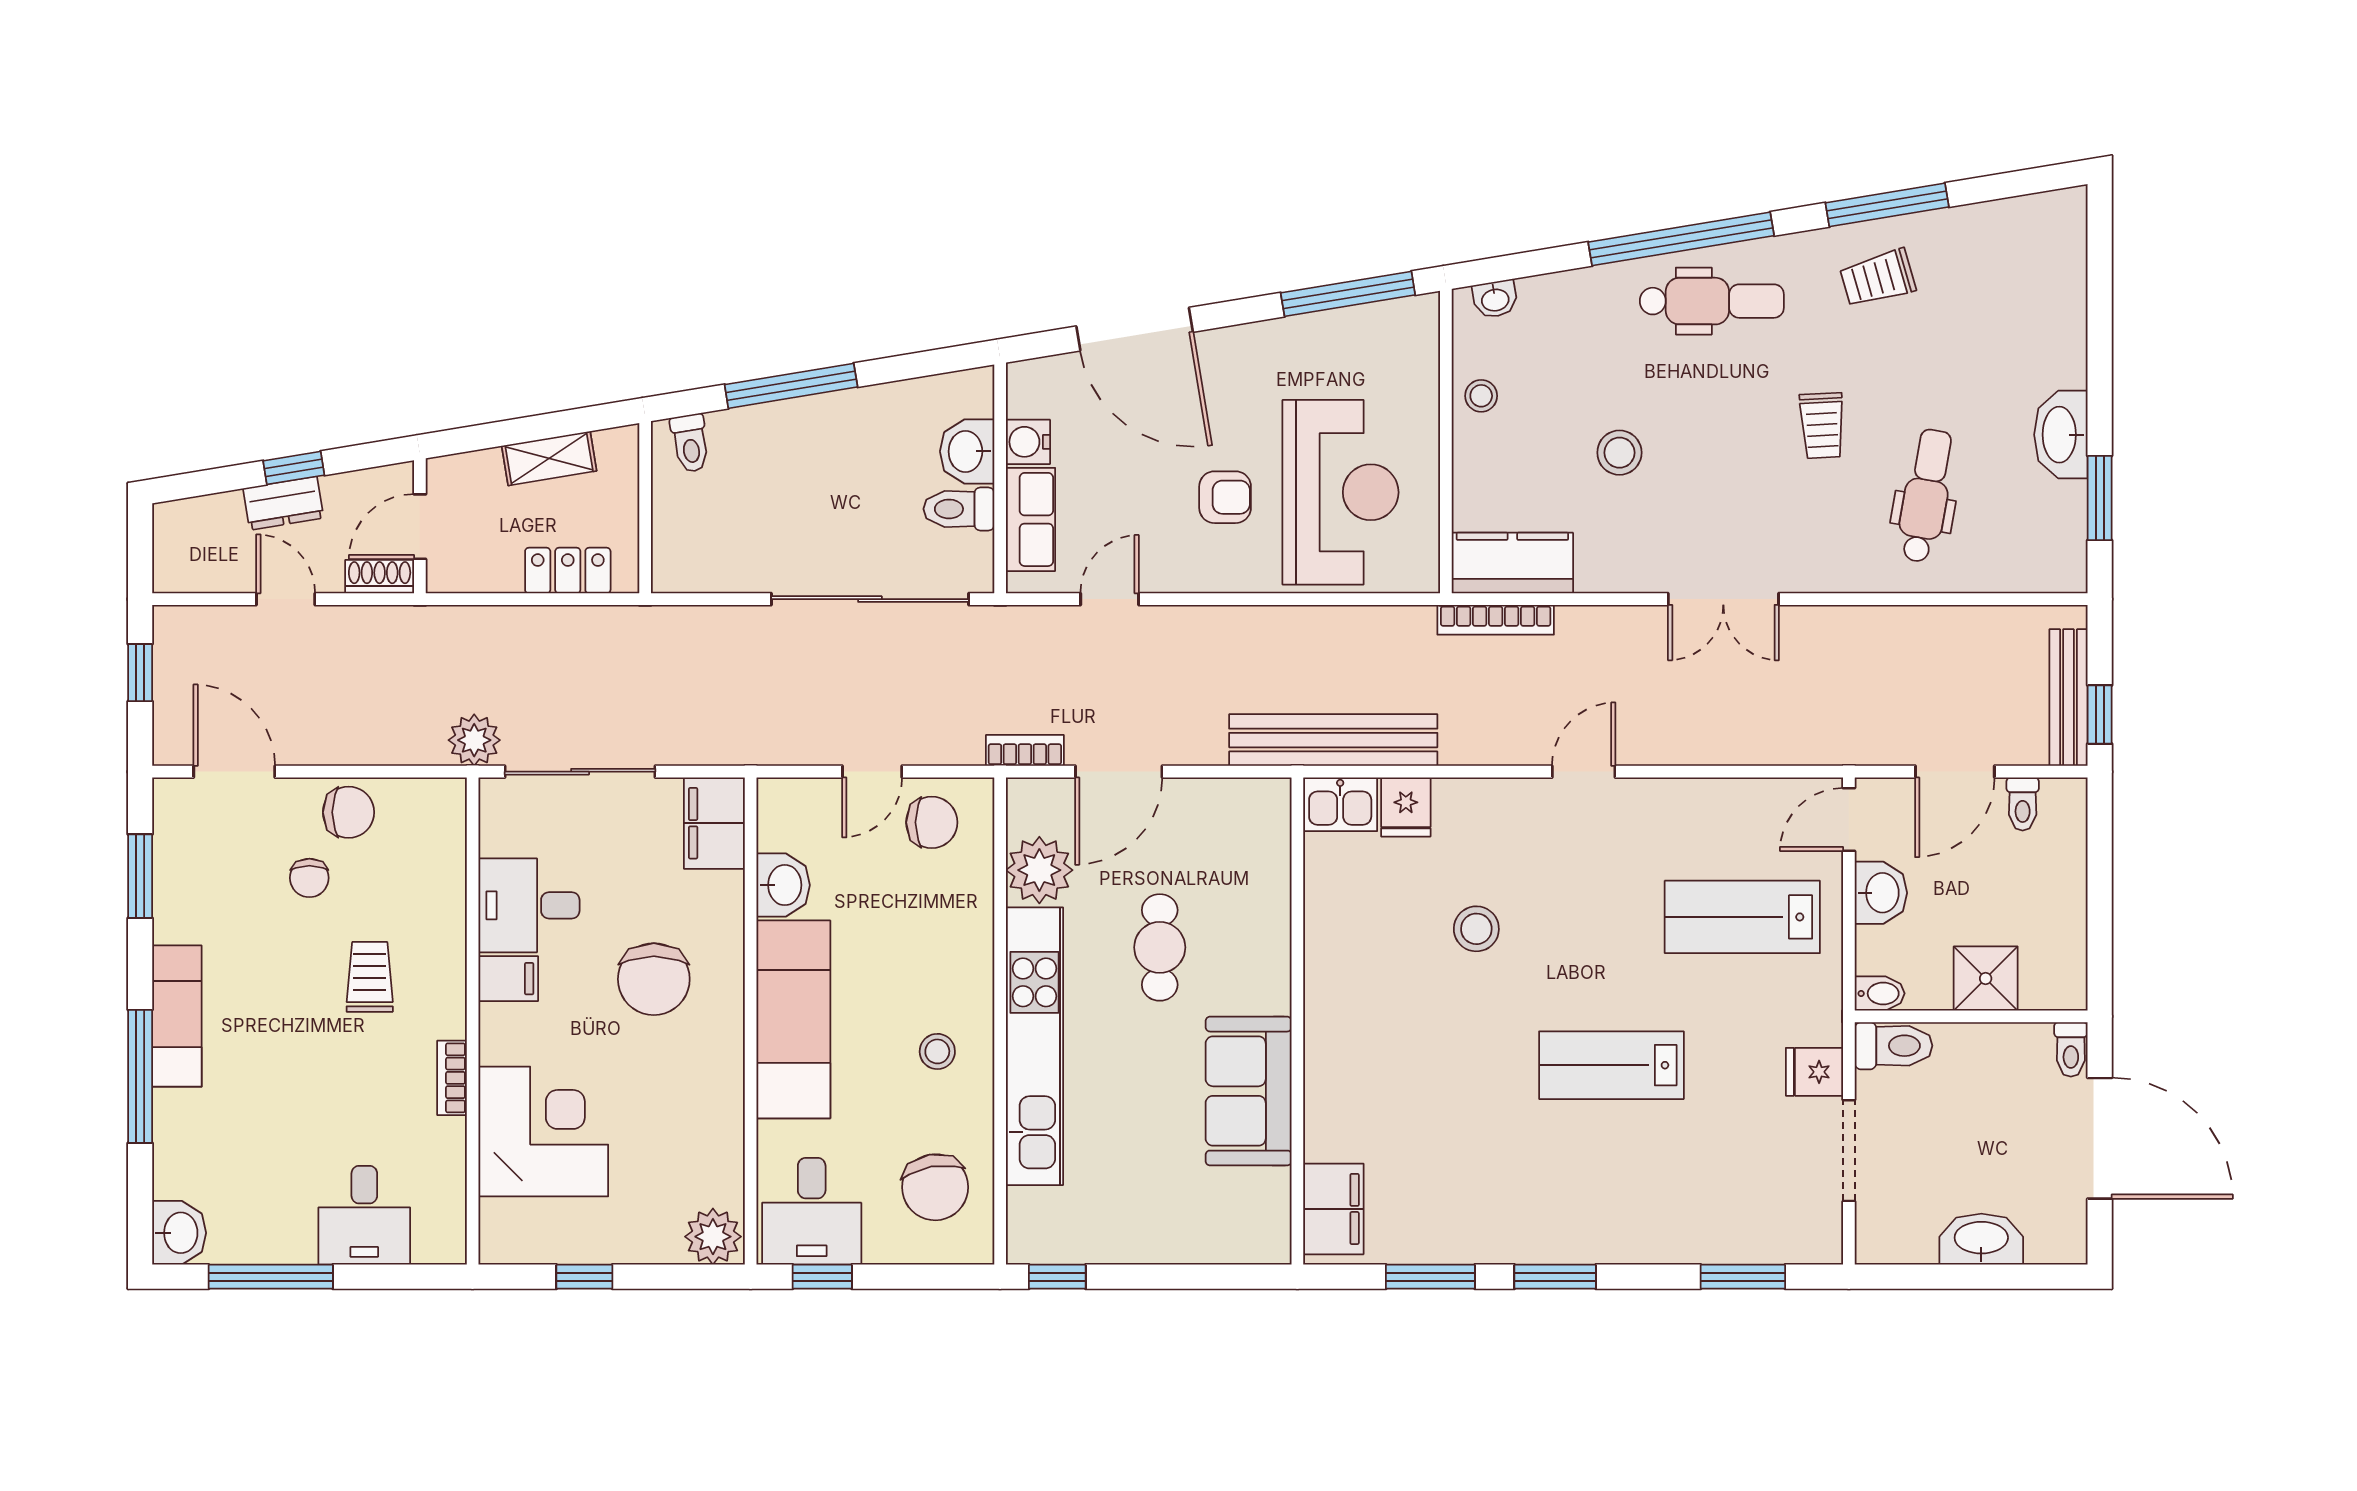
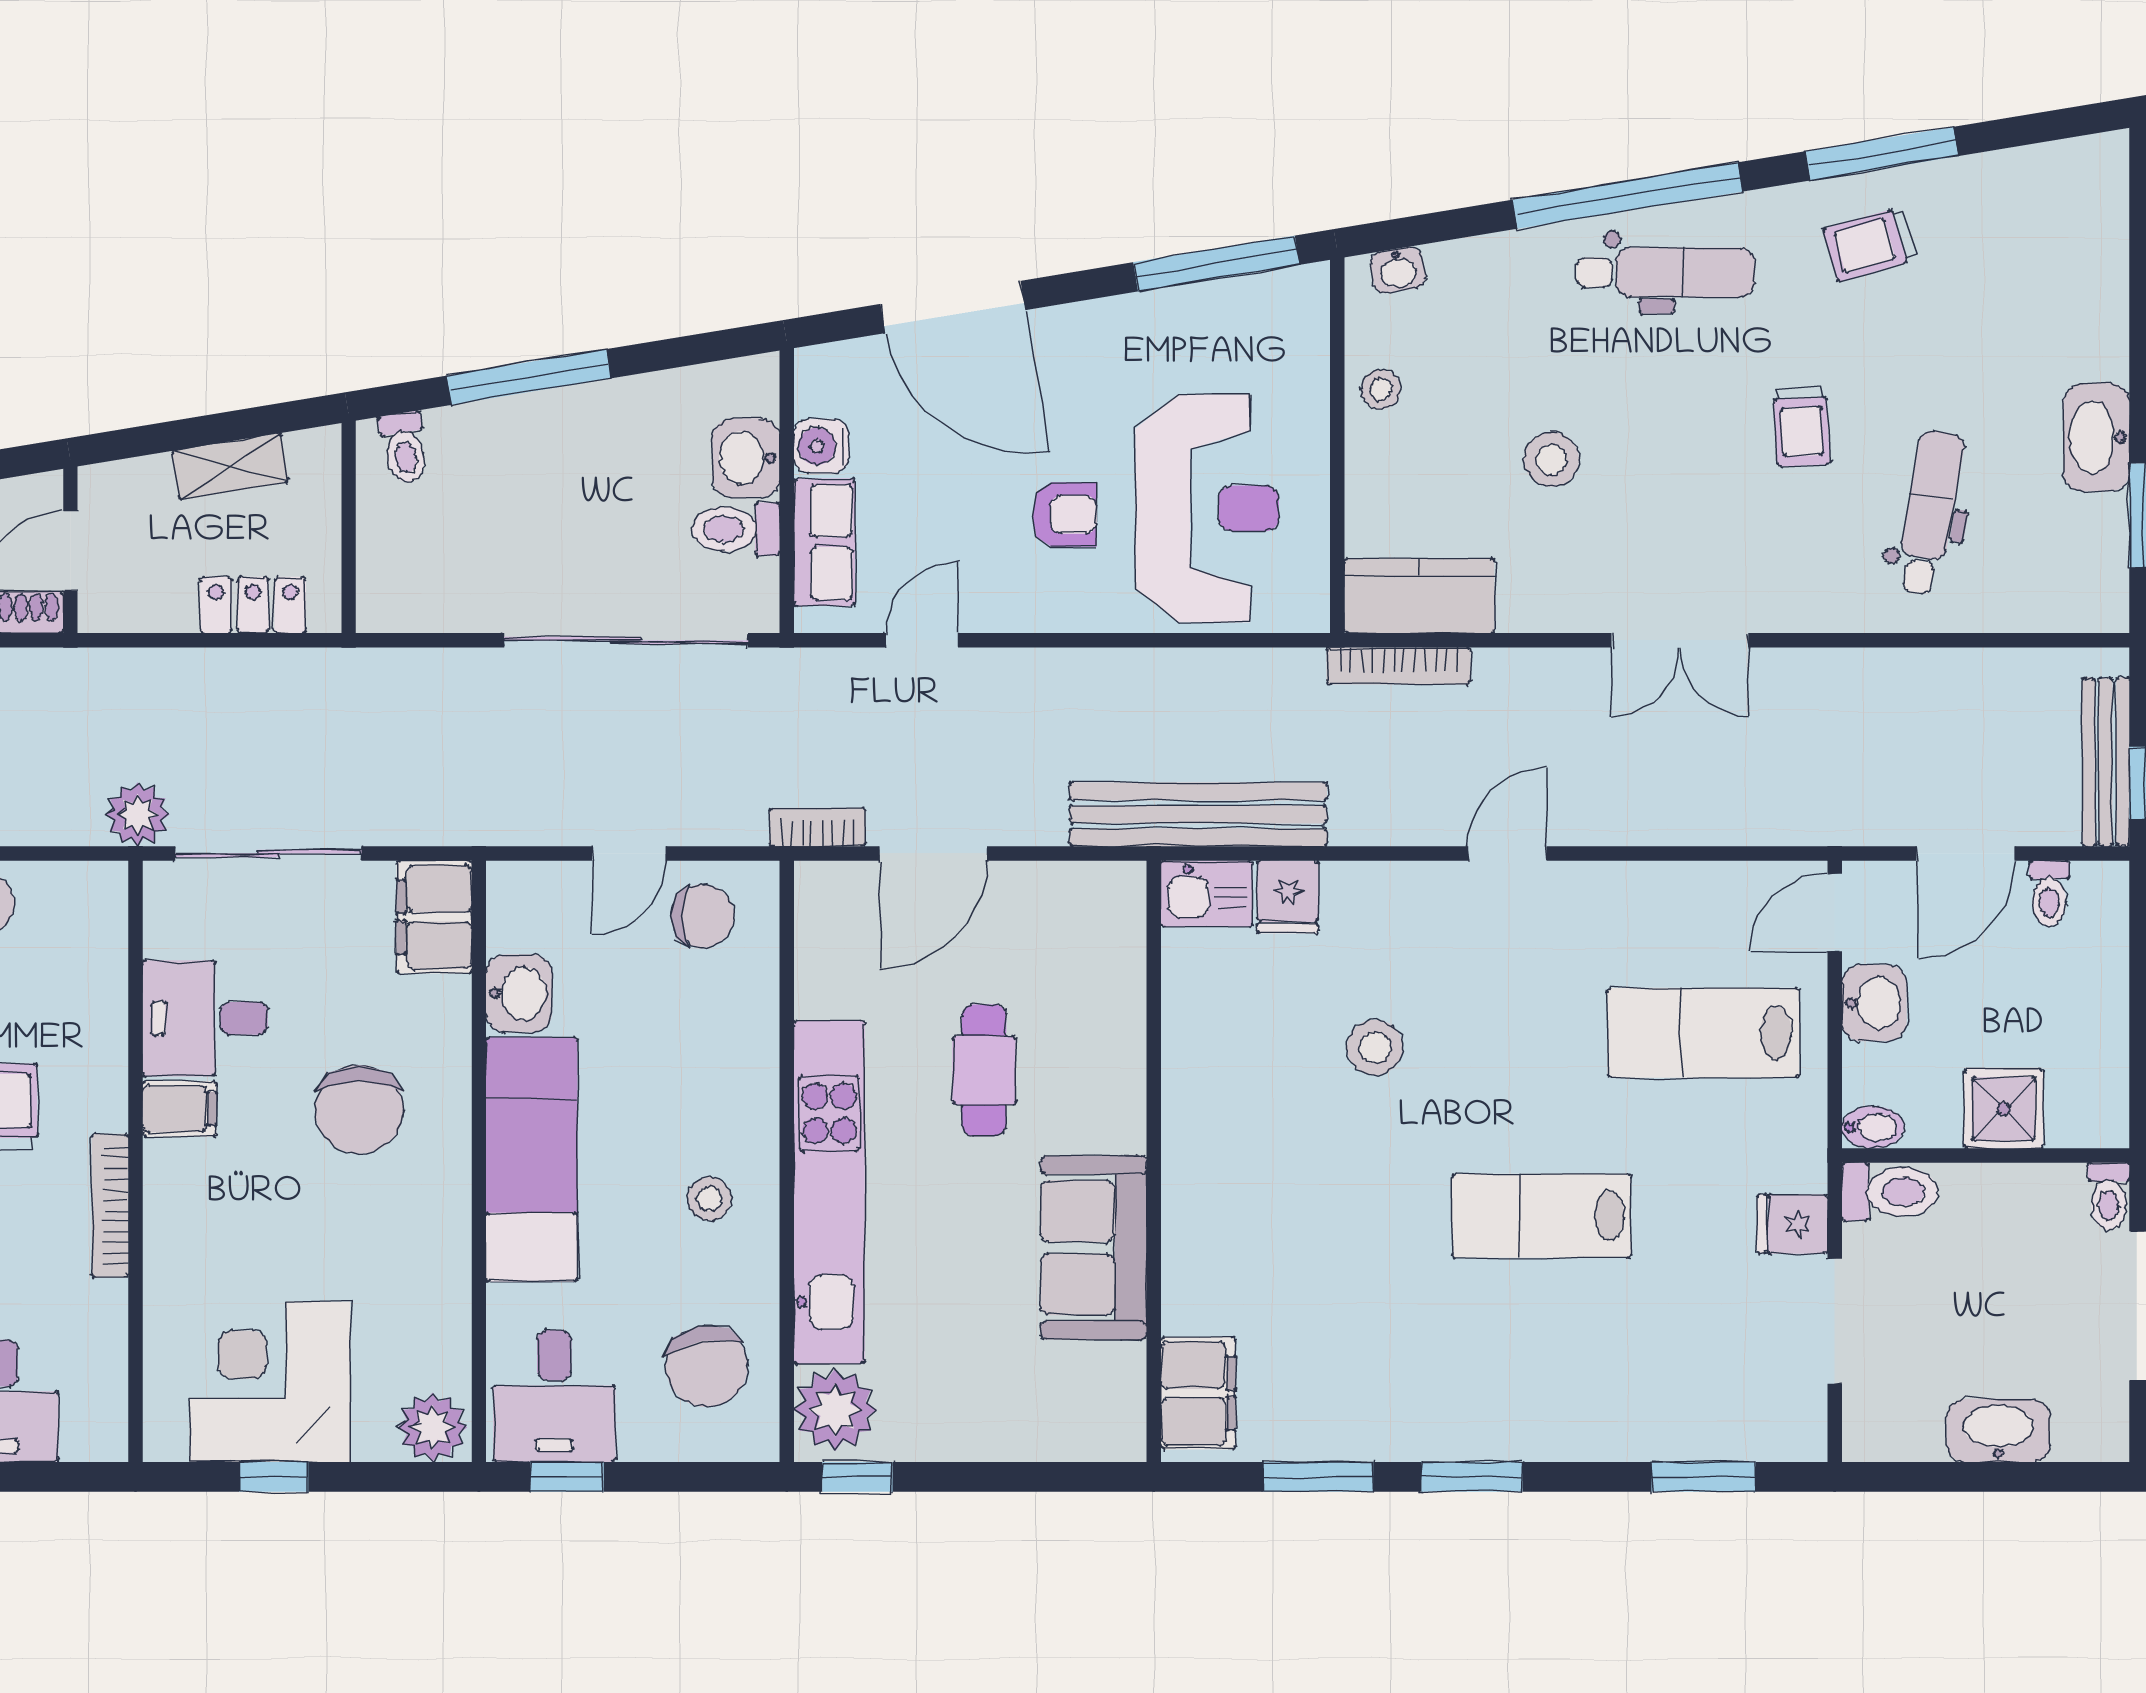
plant: (1039, 870) -> (835, 1410), moved
bookcase: (452, 1078) -> (110, 1206), width x1.56
corner desk: (543, 1132) -> (270, 1382), moved, turned -90

